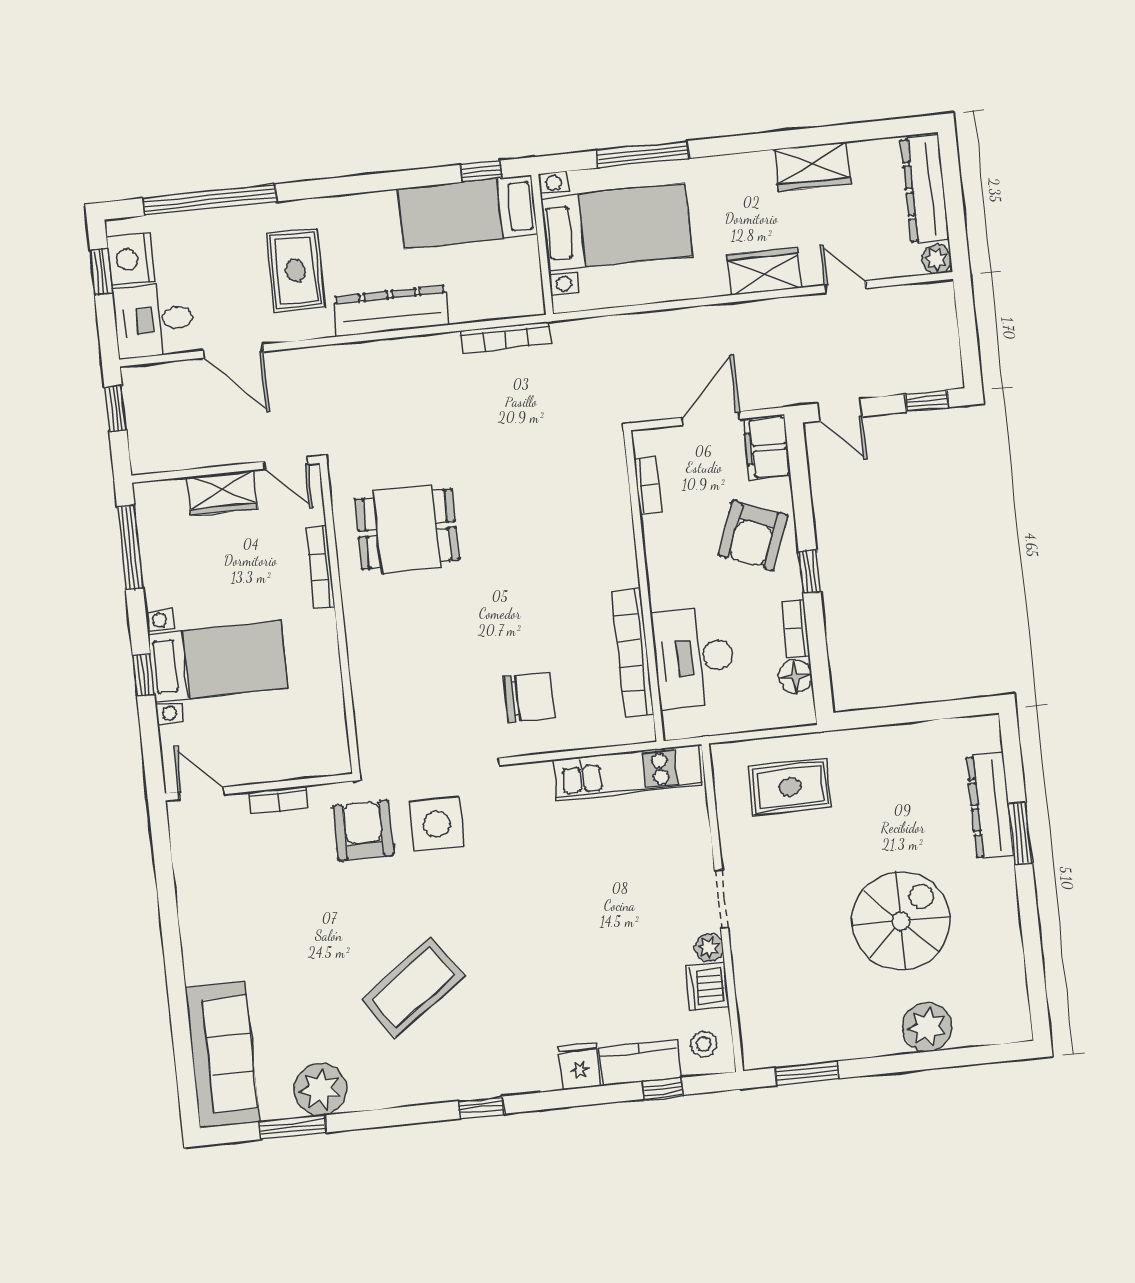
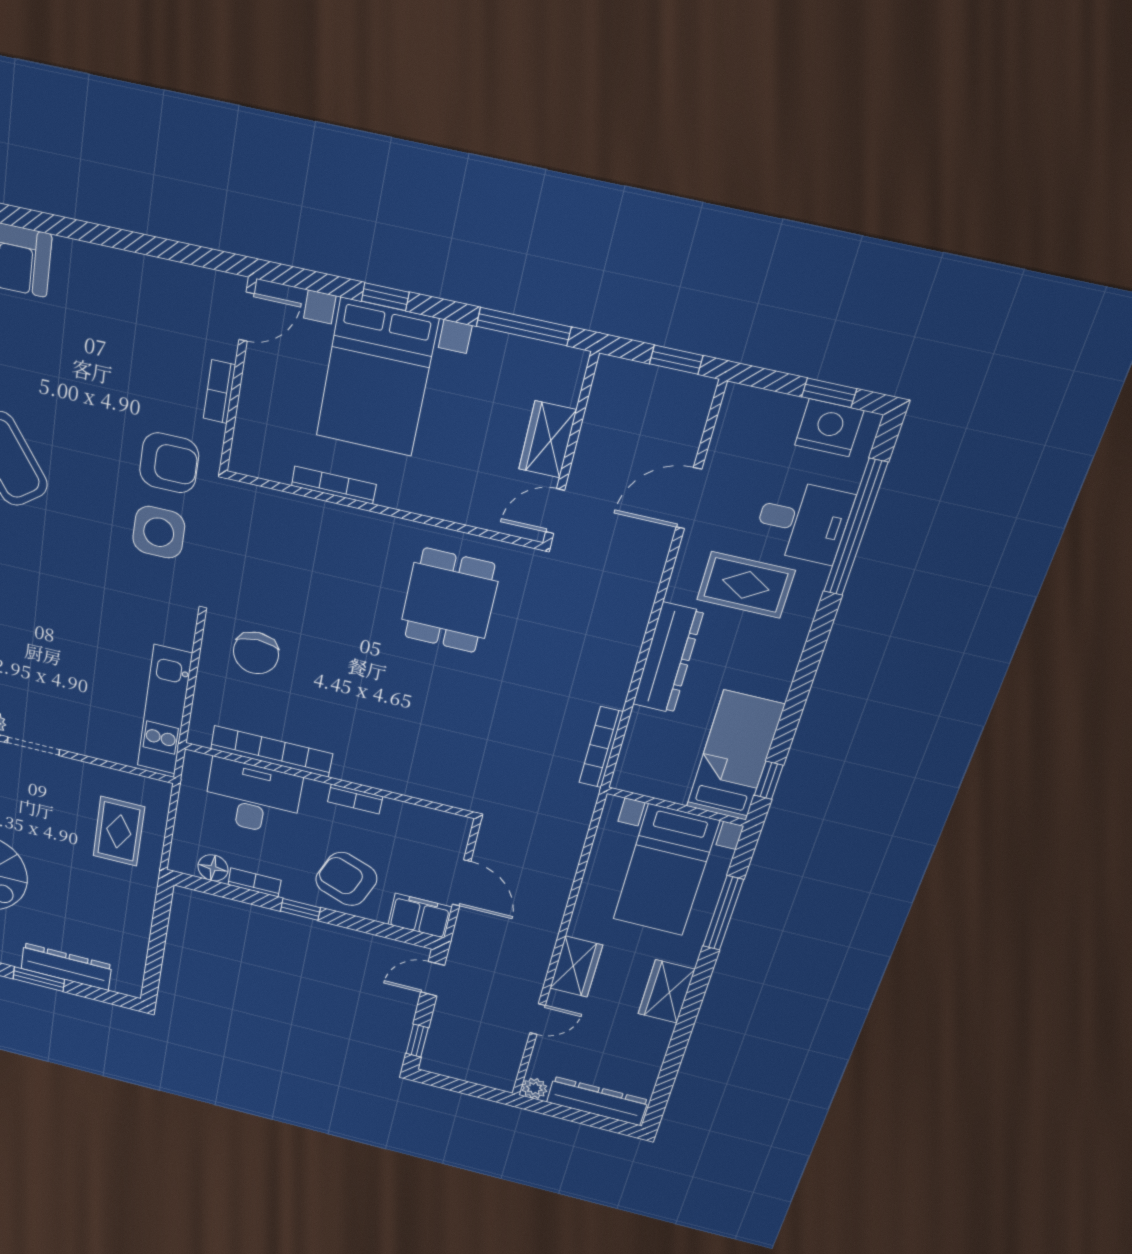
wardrobe: (812, 167) -> (666, 992), moved
desk: (154, 320) -> (803, 521), moved, turned 90
bookcase: (648, 485) -> (355, 799), moved
bookcase: (320, 567) -> (334, 485), moved
bed with nightstands: (218, 661) -> (377, 378), width x1.36

